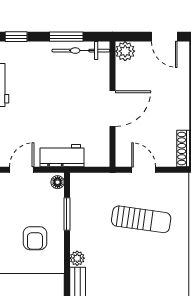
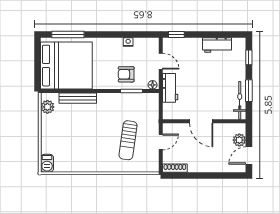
plant: (125, 51) -> (239, 140), moved
armchair: (35, 238) -> (126, 74), moved
plant: (77, 258) -> (102, 98), removed

